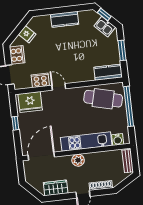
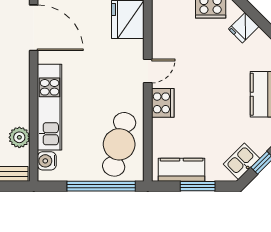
kitchen counter: (108, 72) -> (182, 170), moved, turned -90
cooker: (40, 80) -> (163, 103), moved
plant: (78, 160) -> (19, 137), moved

